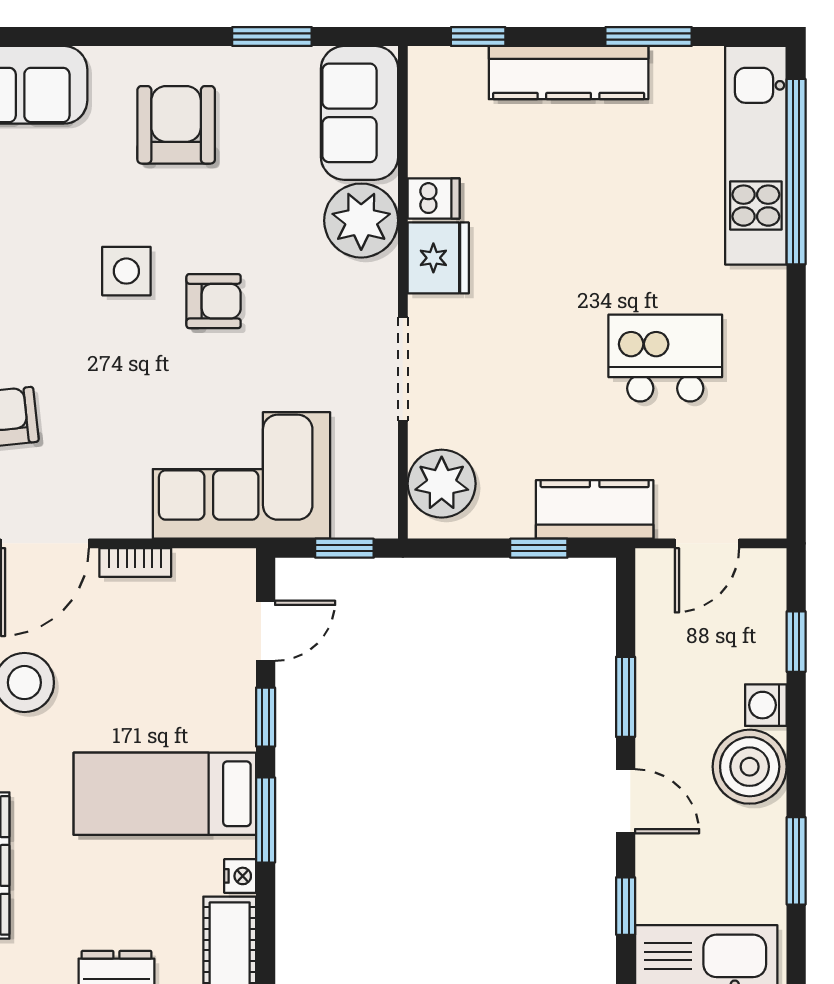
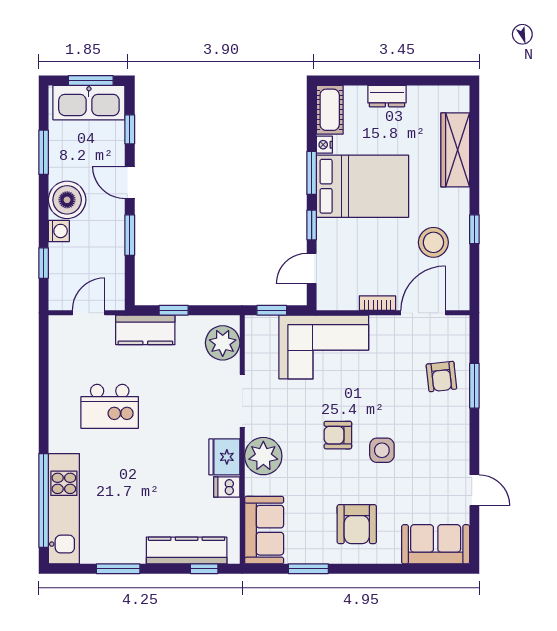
kitchen counter: (569, 73) -> (187, 551), moved
plant: (361, 221) -> (263, 456), moved
bed: (165, 794) -> (362, 186), width x1.50

